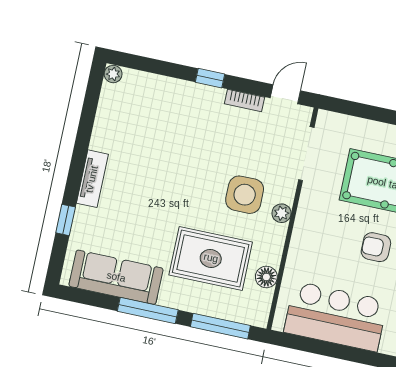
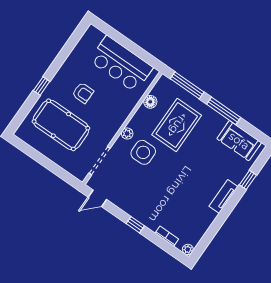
bookcase: (244, 100) -> (167, 236), moved
rug: (211, 258) -> (177, 125), turned 90
sofa: (116, 277) -> (239, 141), width x0.73

